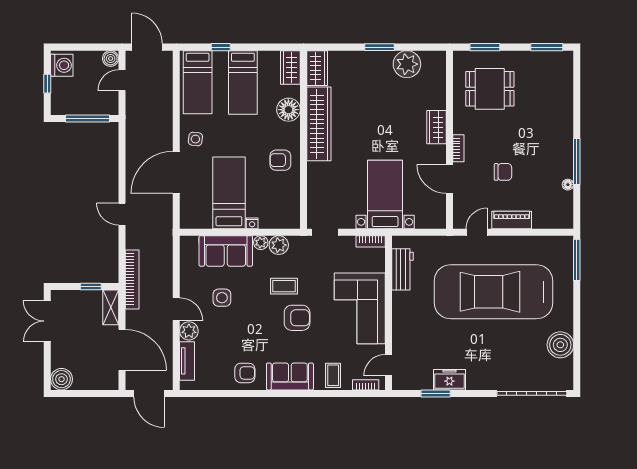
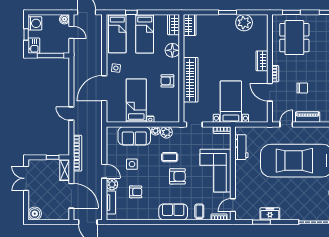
door: (122, 80) -> (71, 32), swing flipped
dining table: (490, 89) -> (294, 38), width x1.38
kitchen sink: (60, 102) -> (34, 46), added
wardrobe: (319, 124) -> (191, 80), moved
armchair: (245, 373) -> (136, 192), moved

